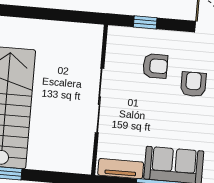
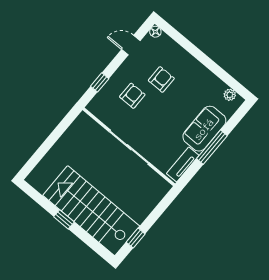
armchair: (193, 84) -> (161, 79), turned 90

